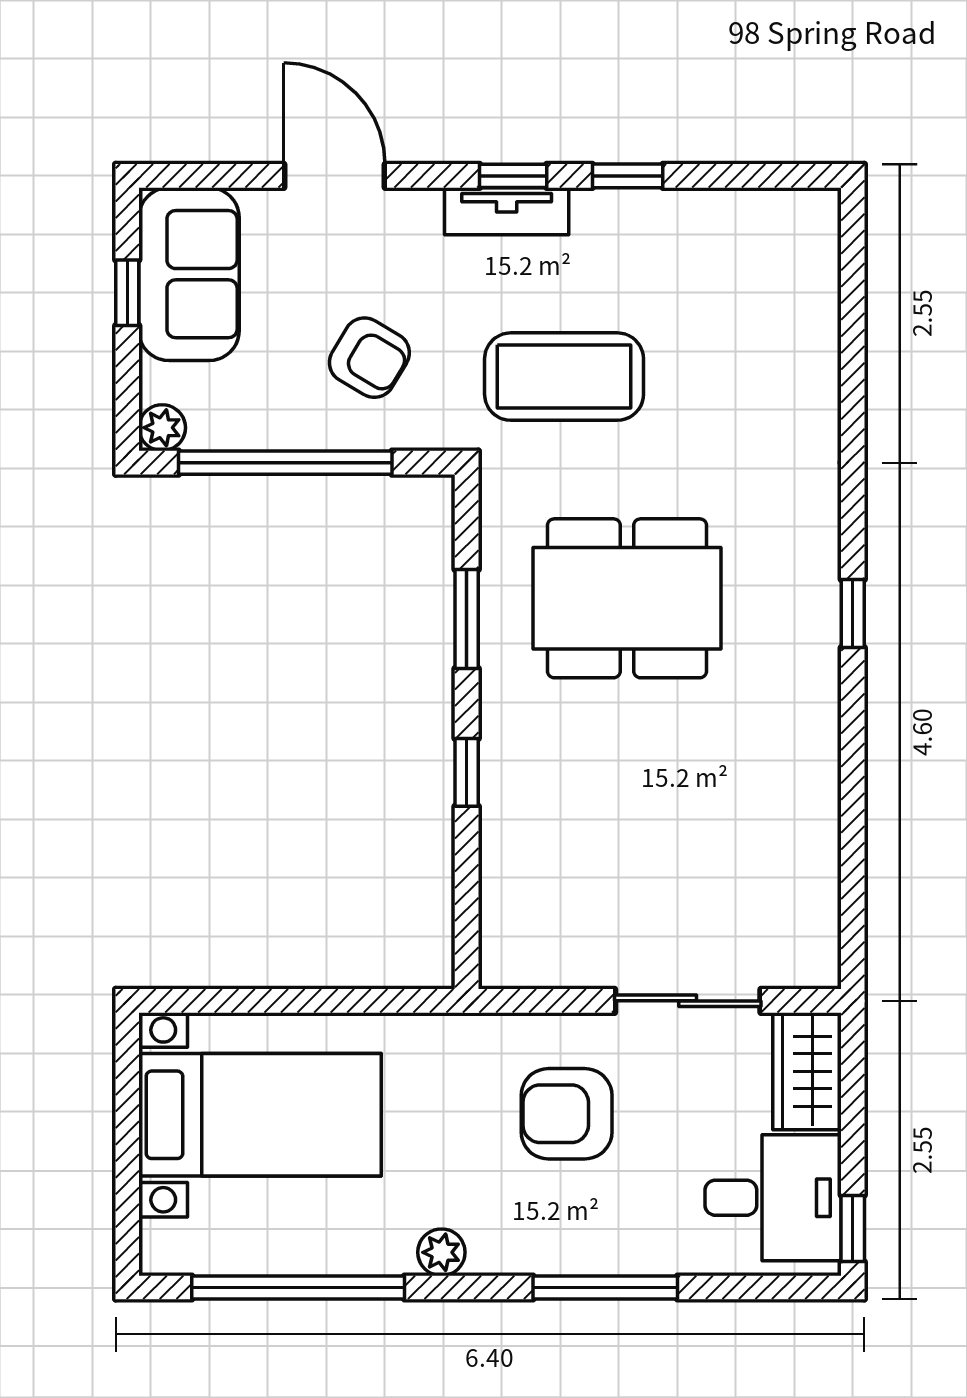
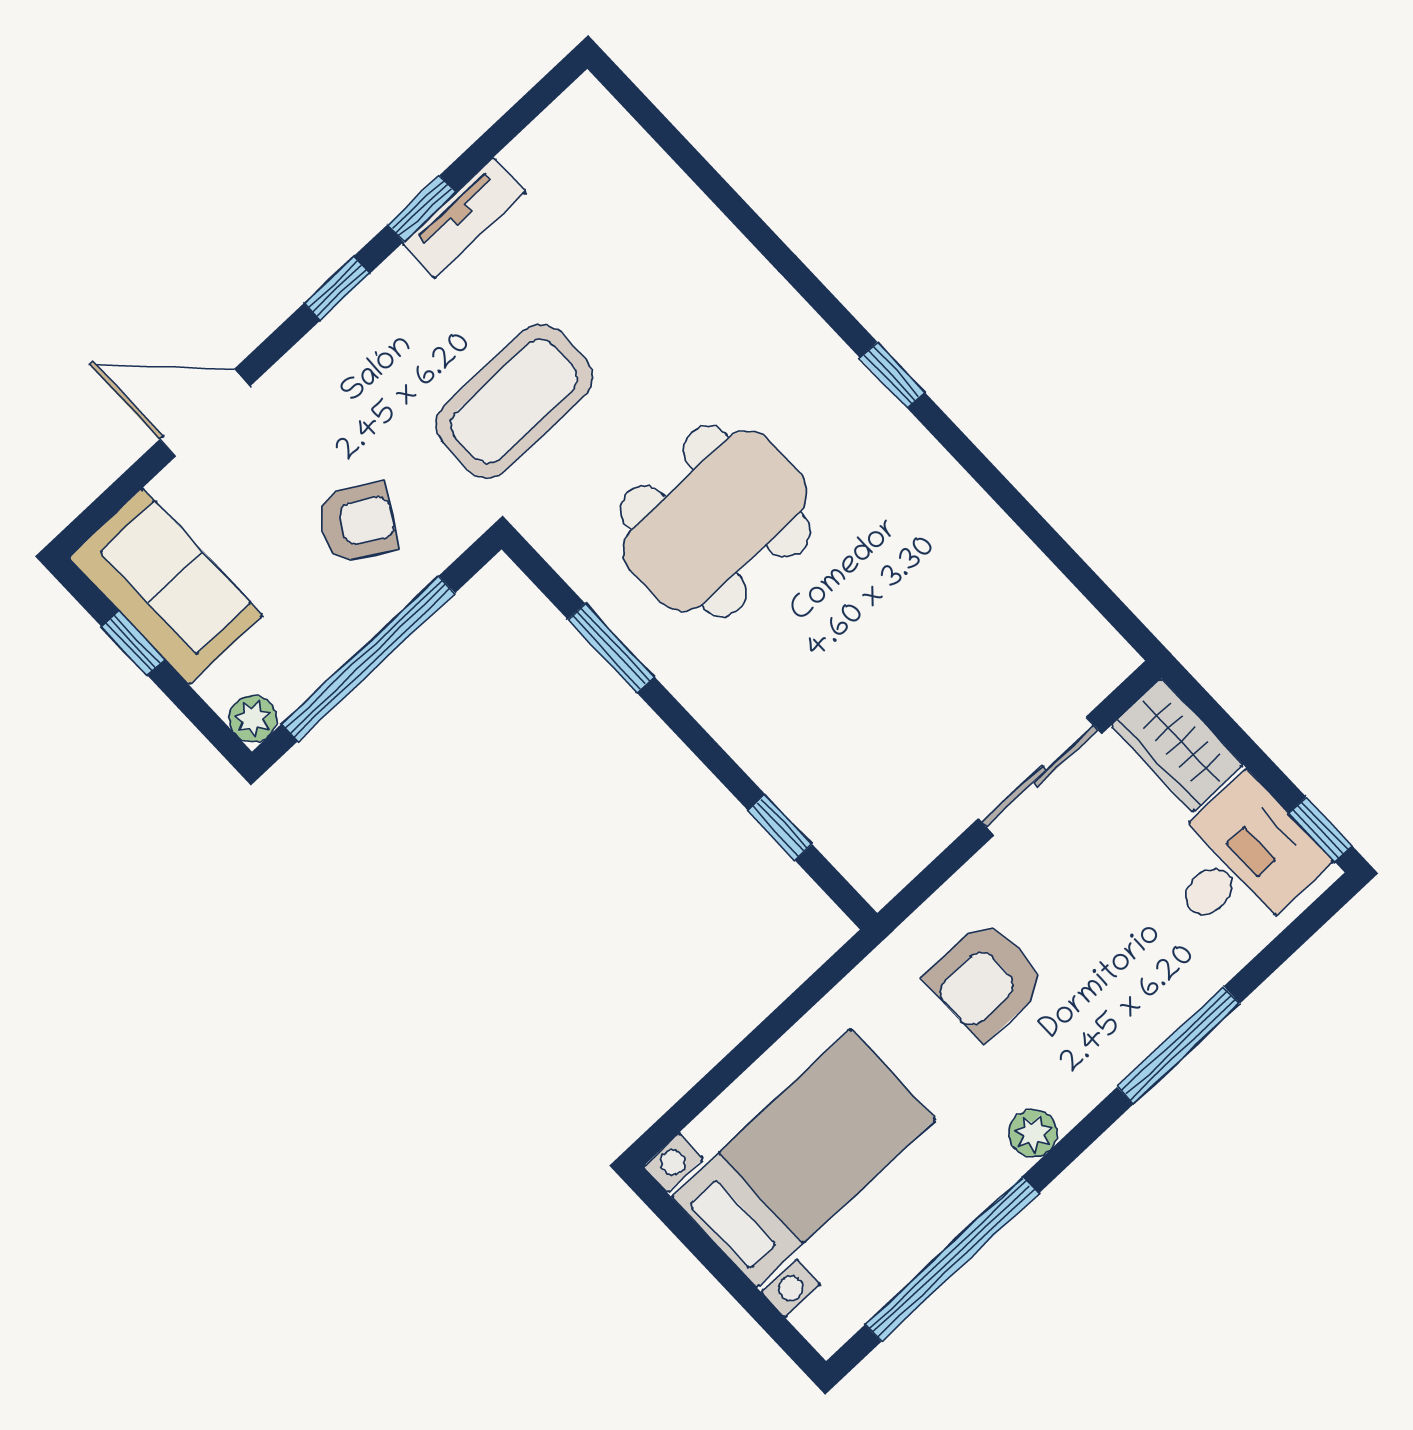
tv unit: (507, 211) -> (464, 218), moved
window: (467, 772) -> (780, 827), moved
armchair: (567, 1114) -> (986, 980), moved

